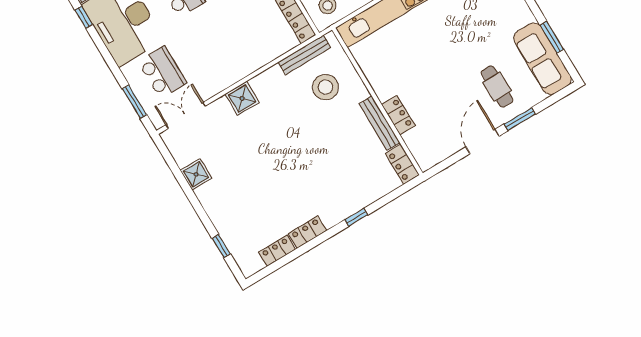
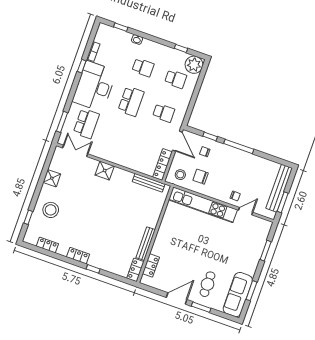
stool: (325, 87) -> (51, 210), moved
locker: (398, 115) -> (151, 265), moved
locker: (307, 232) -> (78, 256), moved

